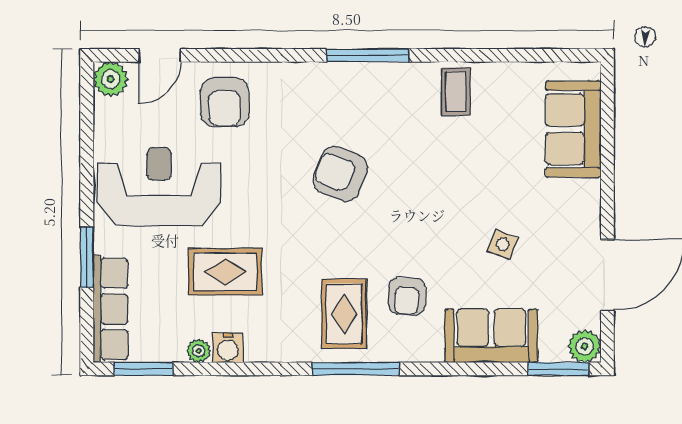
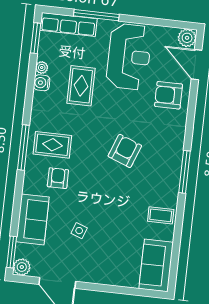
door: (160, 55) -> (197, 65), width x1.38
sofa: (573, 129) -> (156, 265), moved, turned -90
window: (87, 257) -> (96, 15), width x1.44
armchair: (407, 296) -> (58, 178), turned 87

